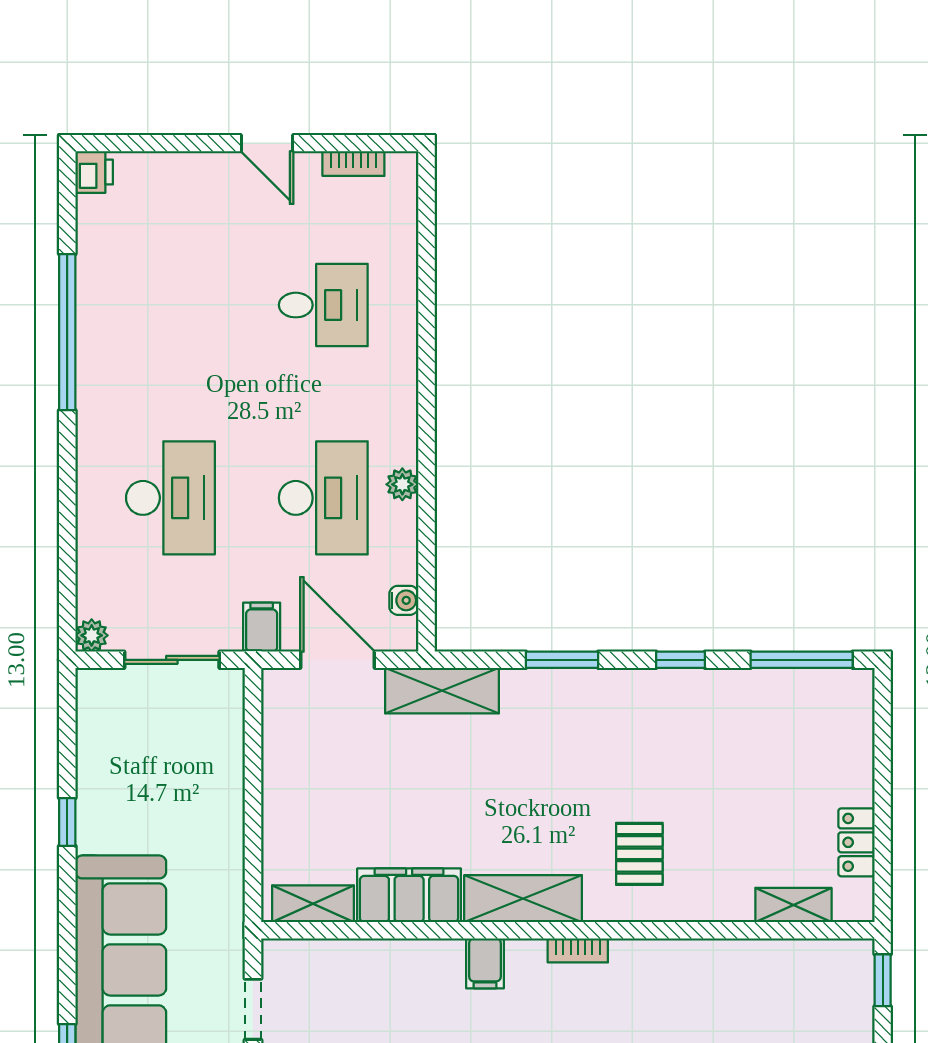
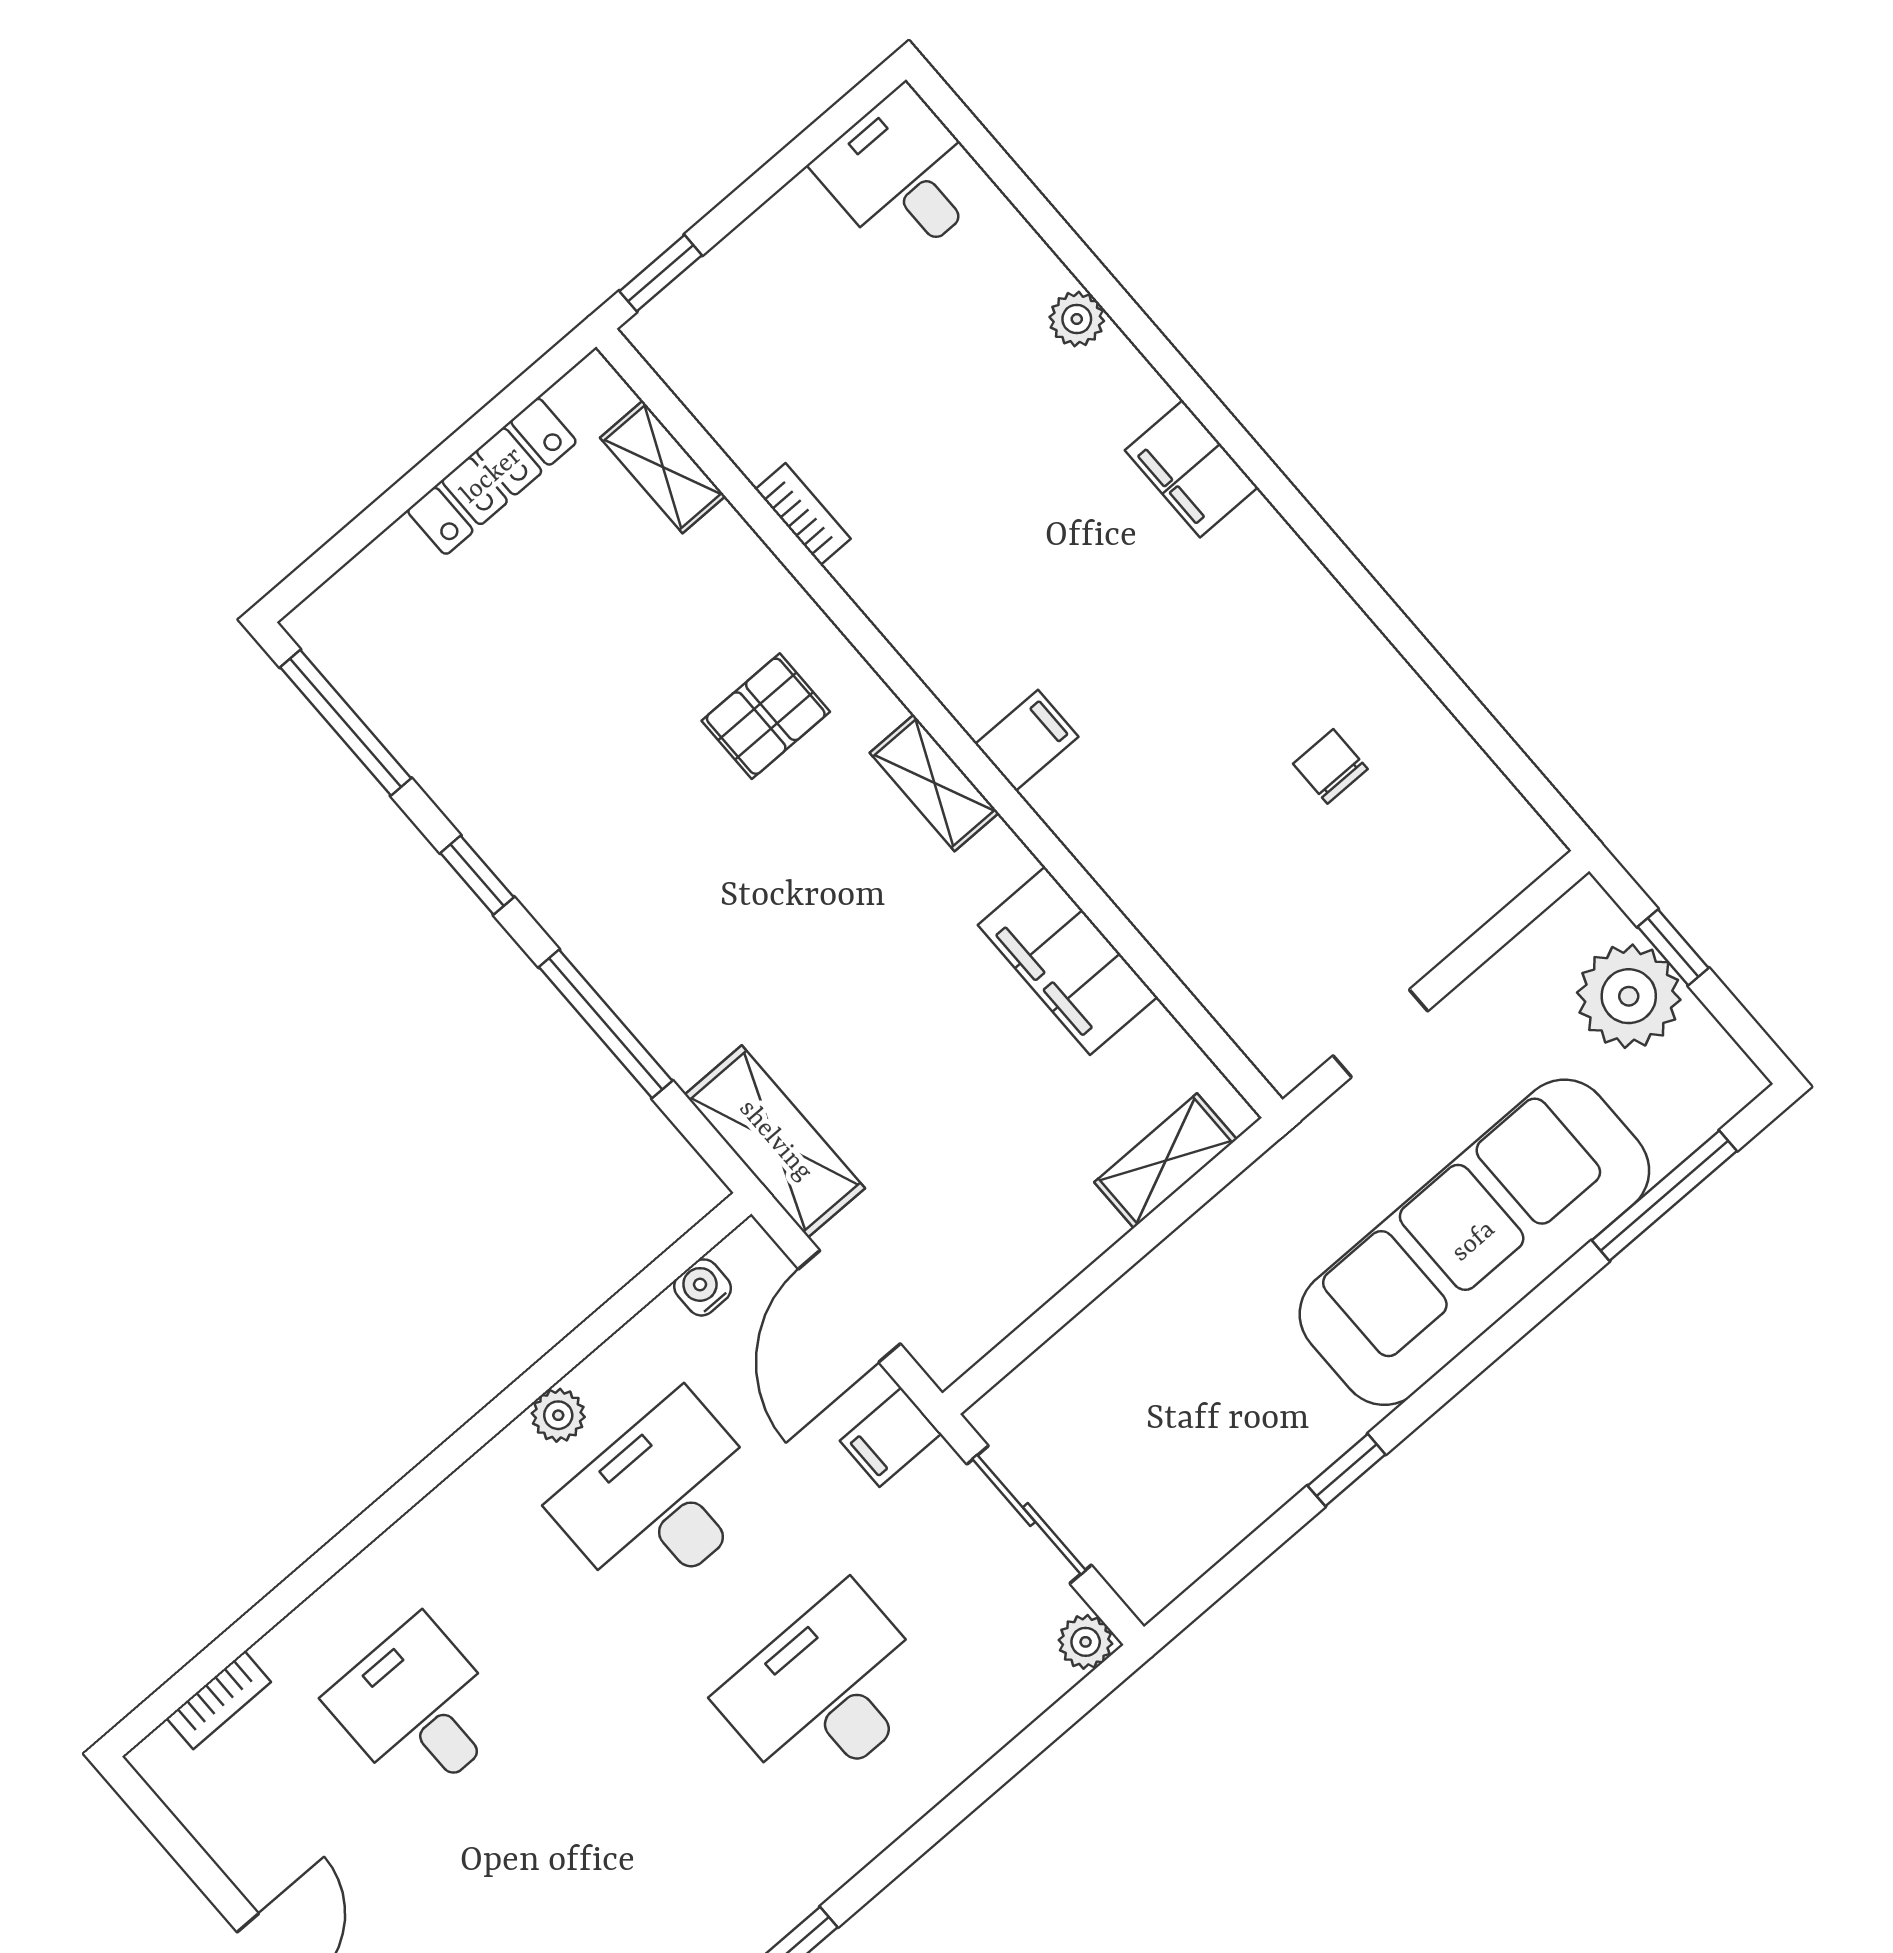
bookcase: (353, 164) -> (219, 1700), moved, turned 90
window: (562, 660) -> (606, 1024), width x1.44
locker: (856, 842) -> (492, 476), width x1.53
shelving: (523, 899) -> (934, 783), width x0.67, depth x0.75
shelving: (313, 904) -> (1166, 1161), moved, turned 90
bookcase: (578, 950) -> (803, 514), moved
filing cabinet: (485, 963) -> (1027, 740), moved

